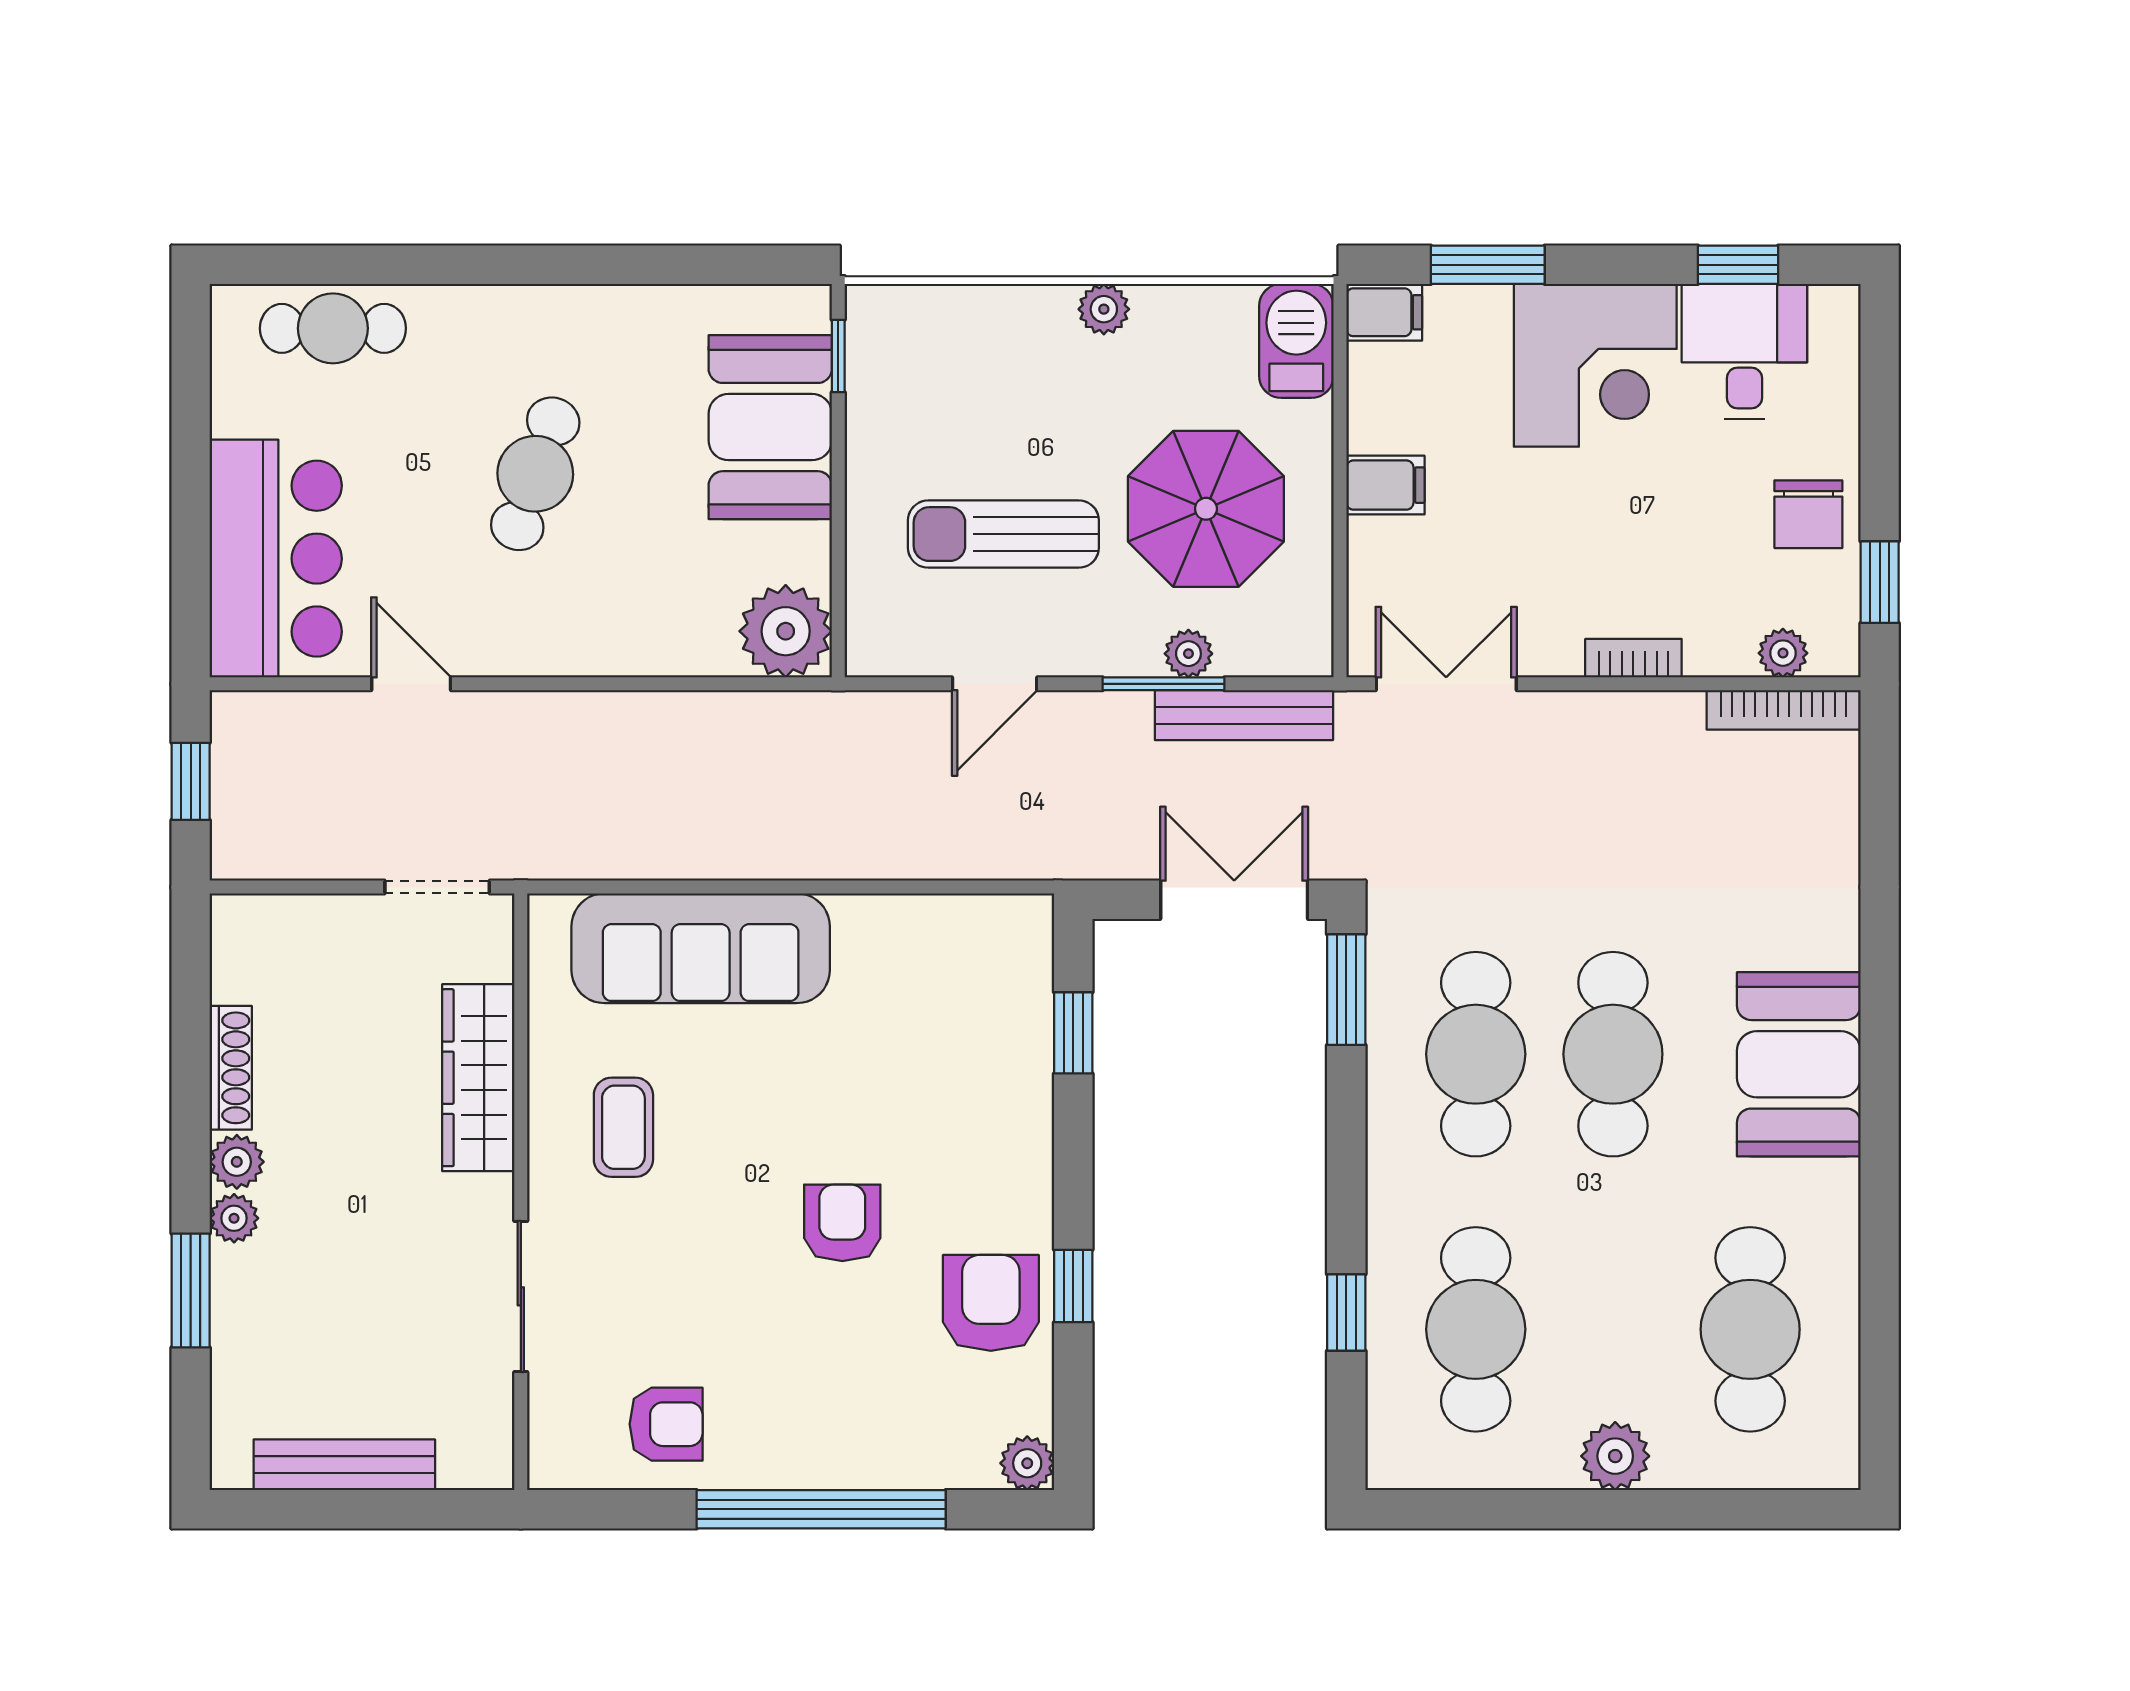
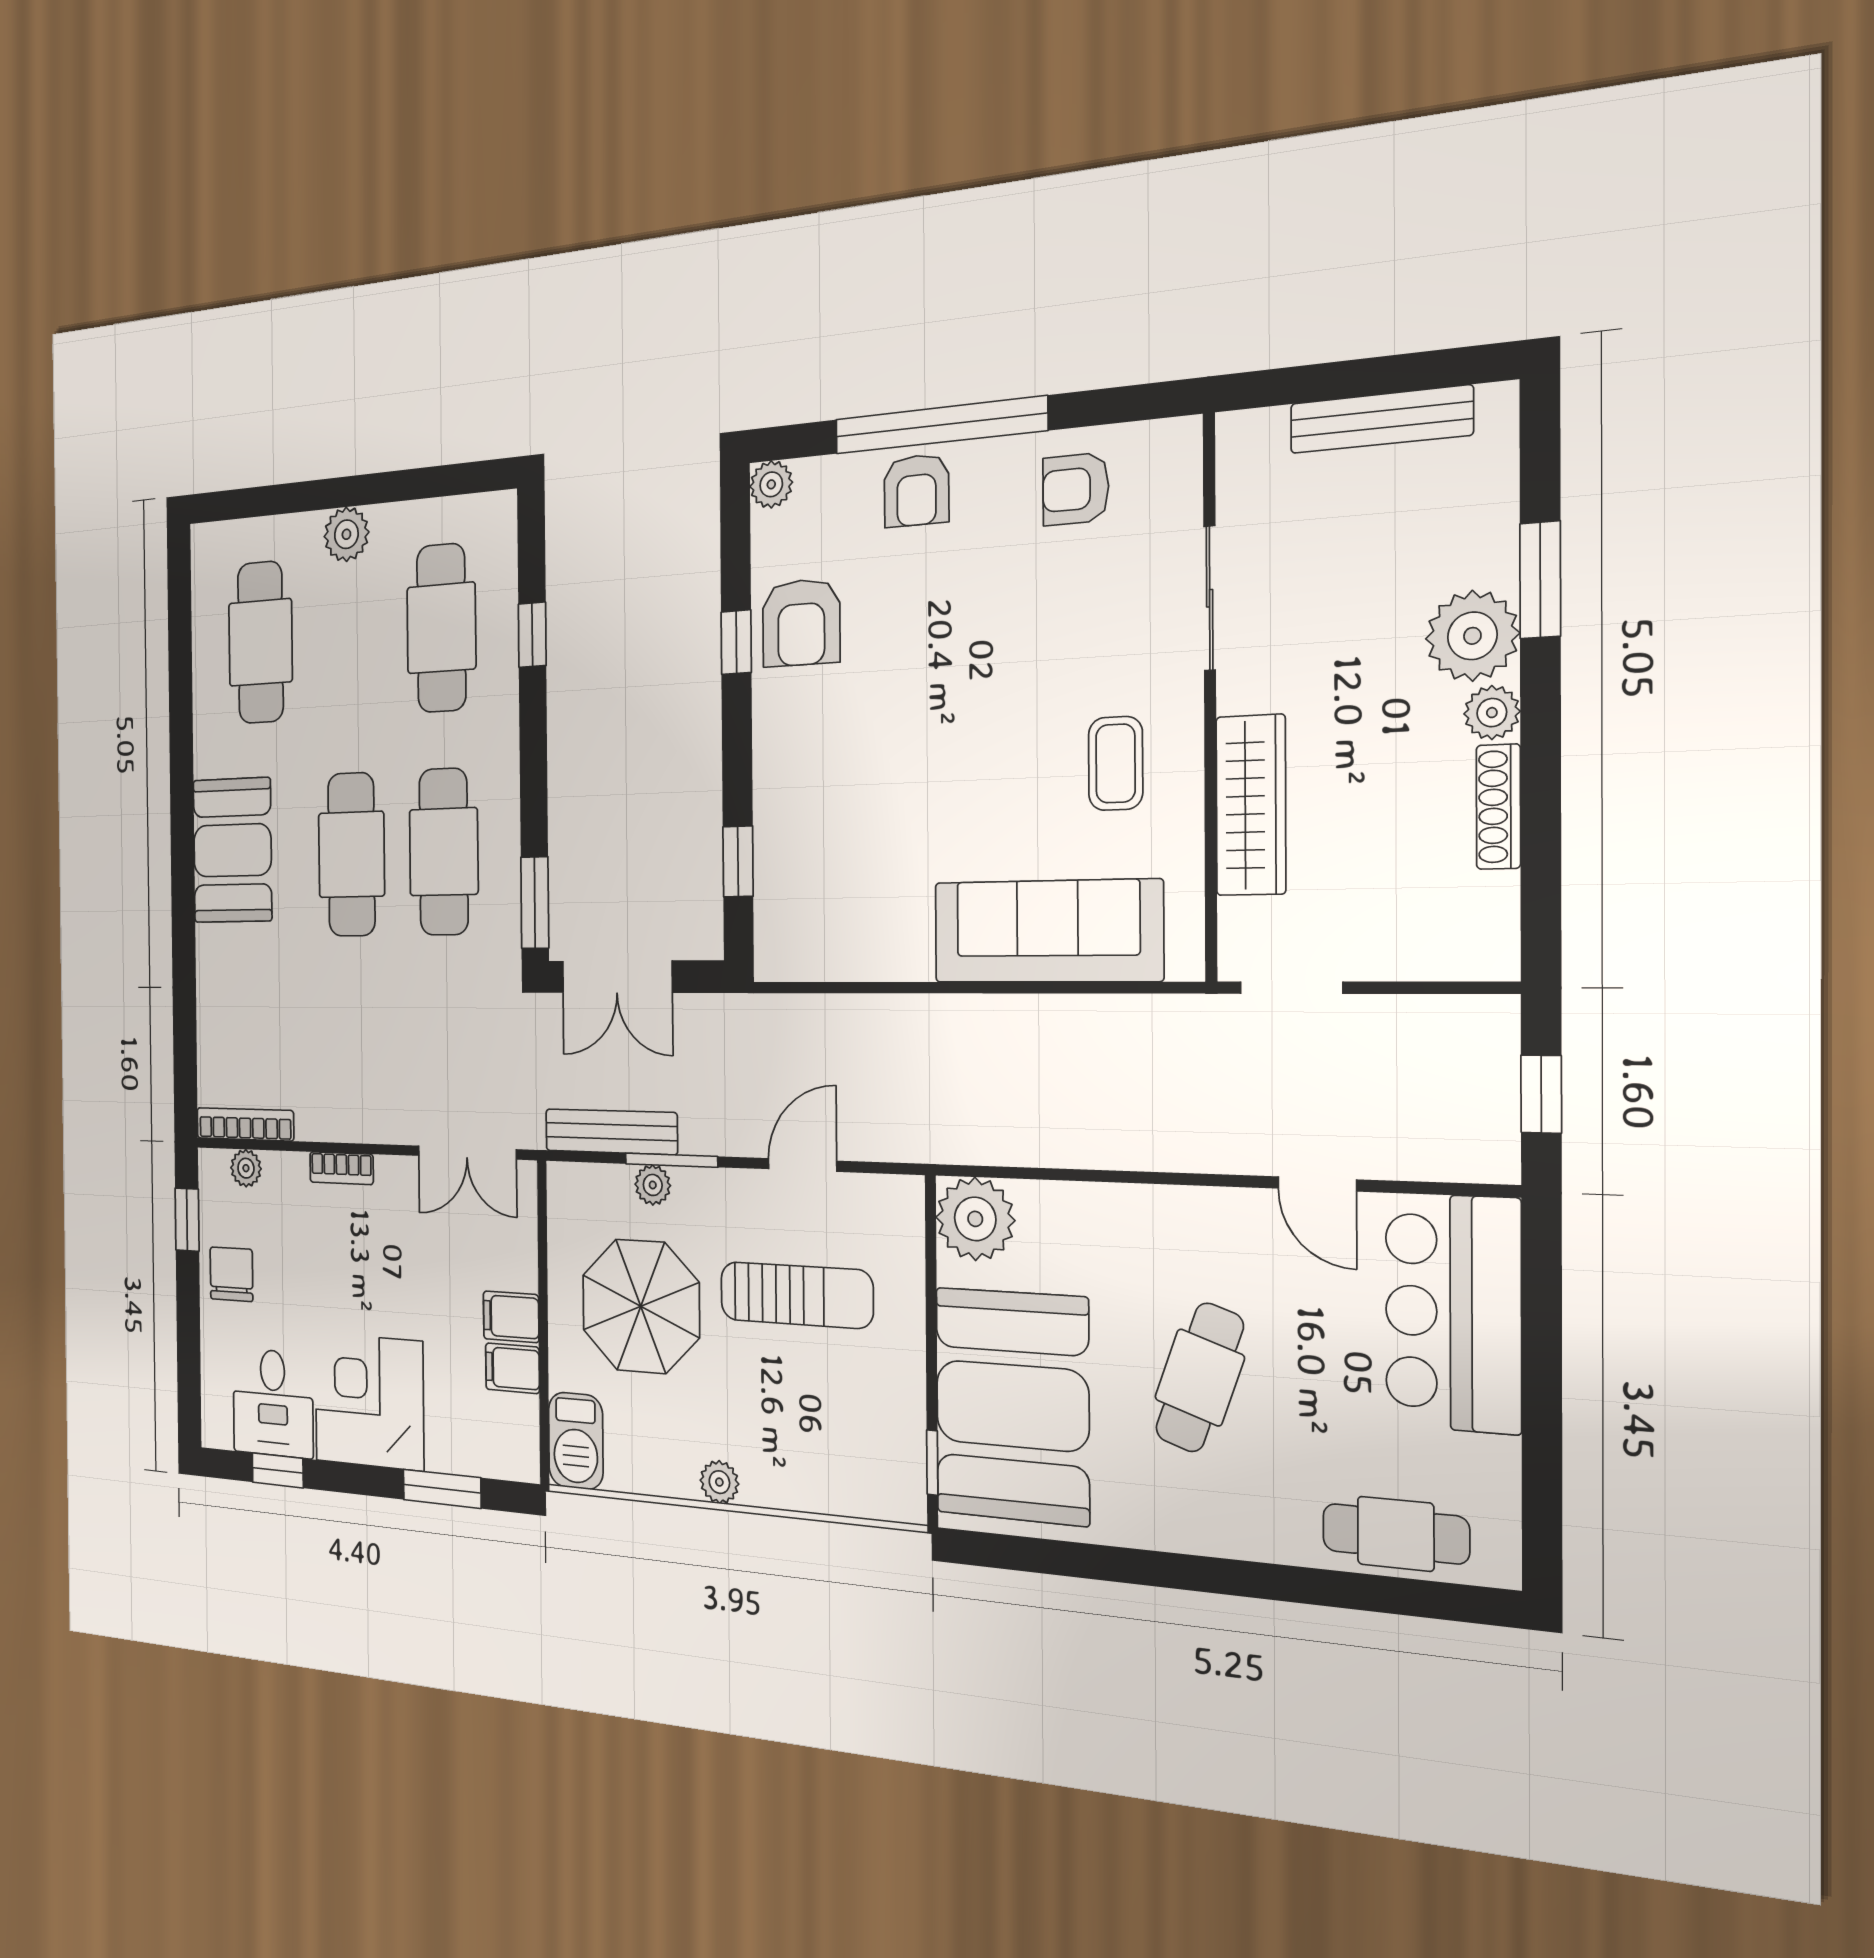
filing cabinet: (1384, 312) -> (512, 1368), moved
booth: (770, 427) -> (1012, 1406), width x1.36, depth x1.42
plant: (234, 1218) -> (1472, 636), width x1.87, depth x1.87
armchair: (842, 1223) -> (916, 490), moved

